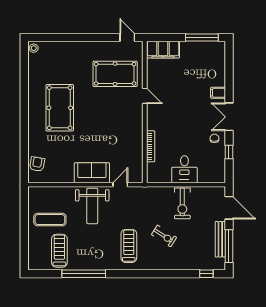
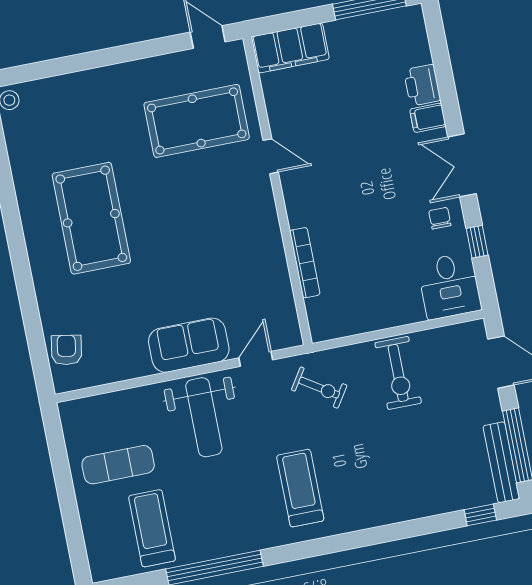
printer: (218, 78) -> (422, 85), added
desk: (184, 169) -> (449, 286), moved
exercise bike: (164, 236) -> (319, 388), moved
bench: (220, 239) -> (501, 462), moved

